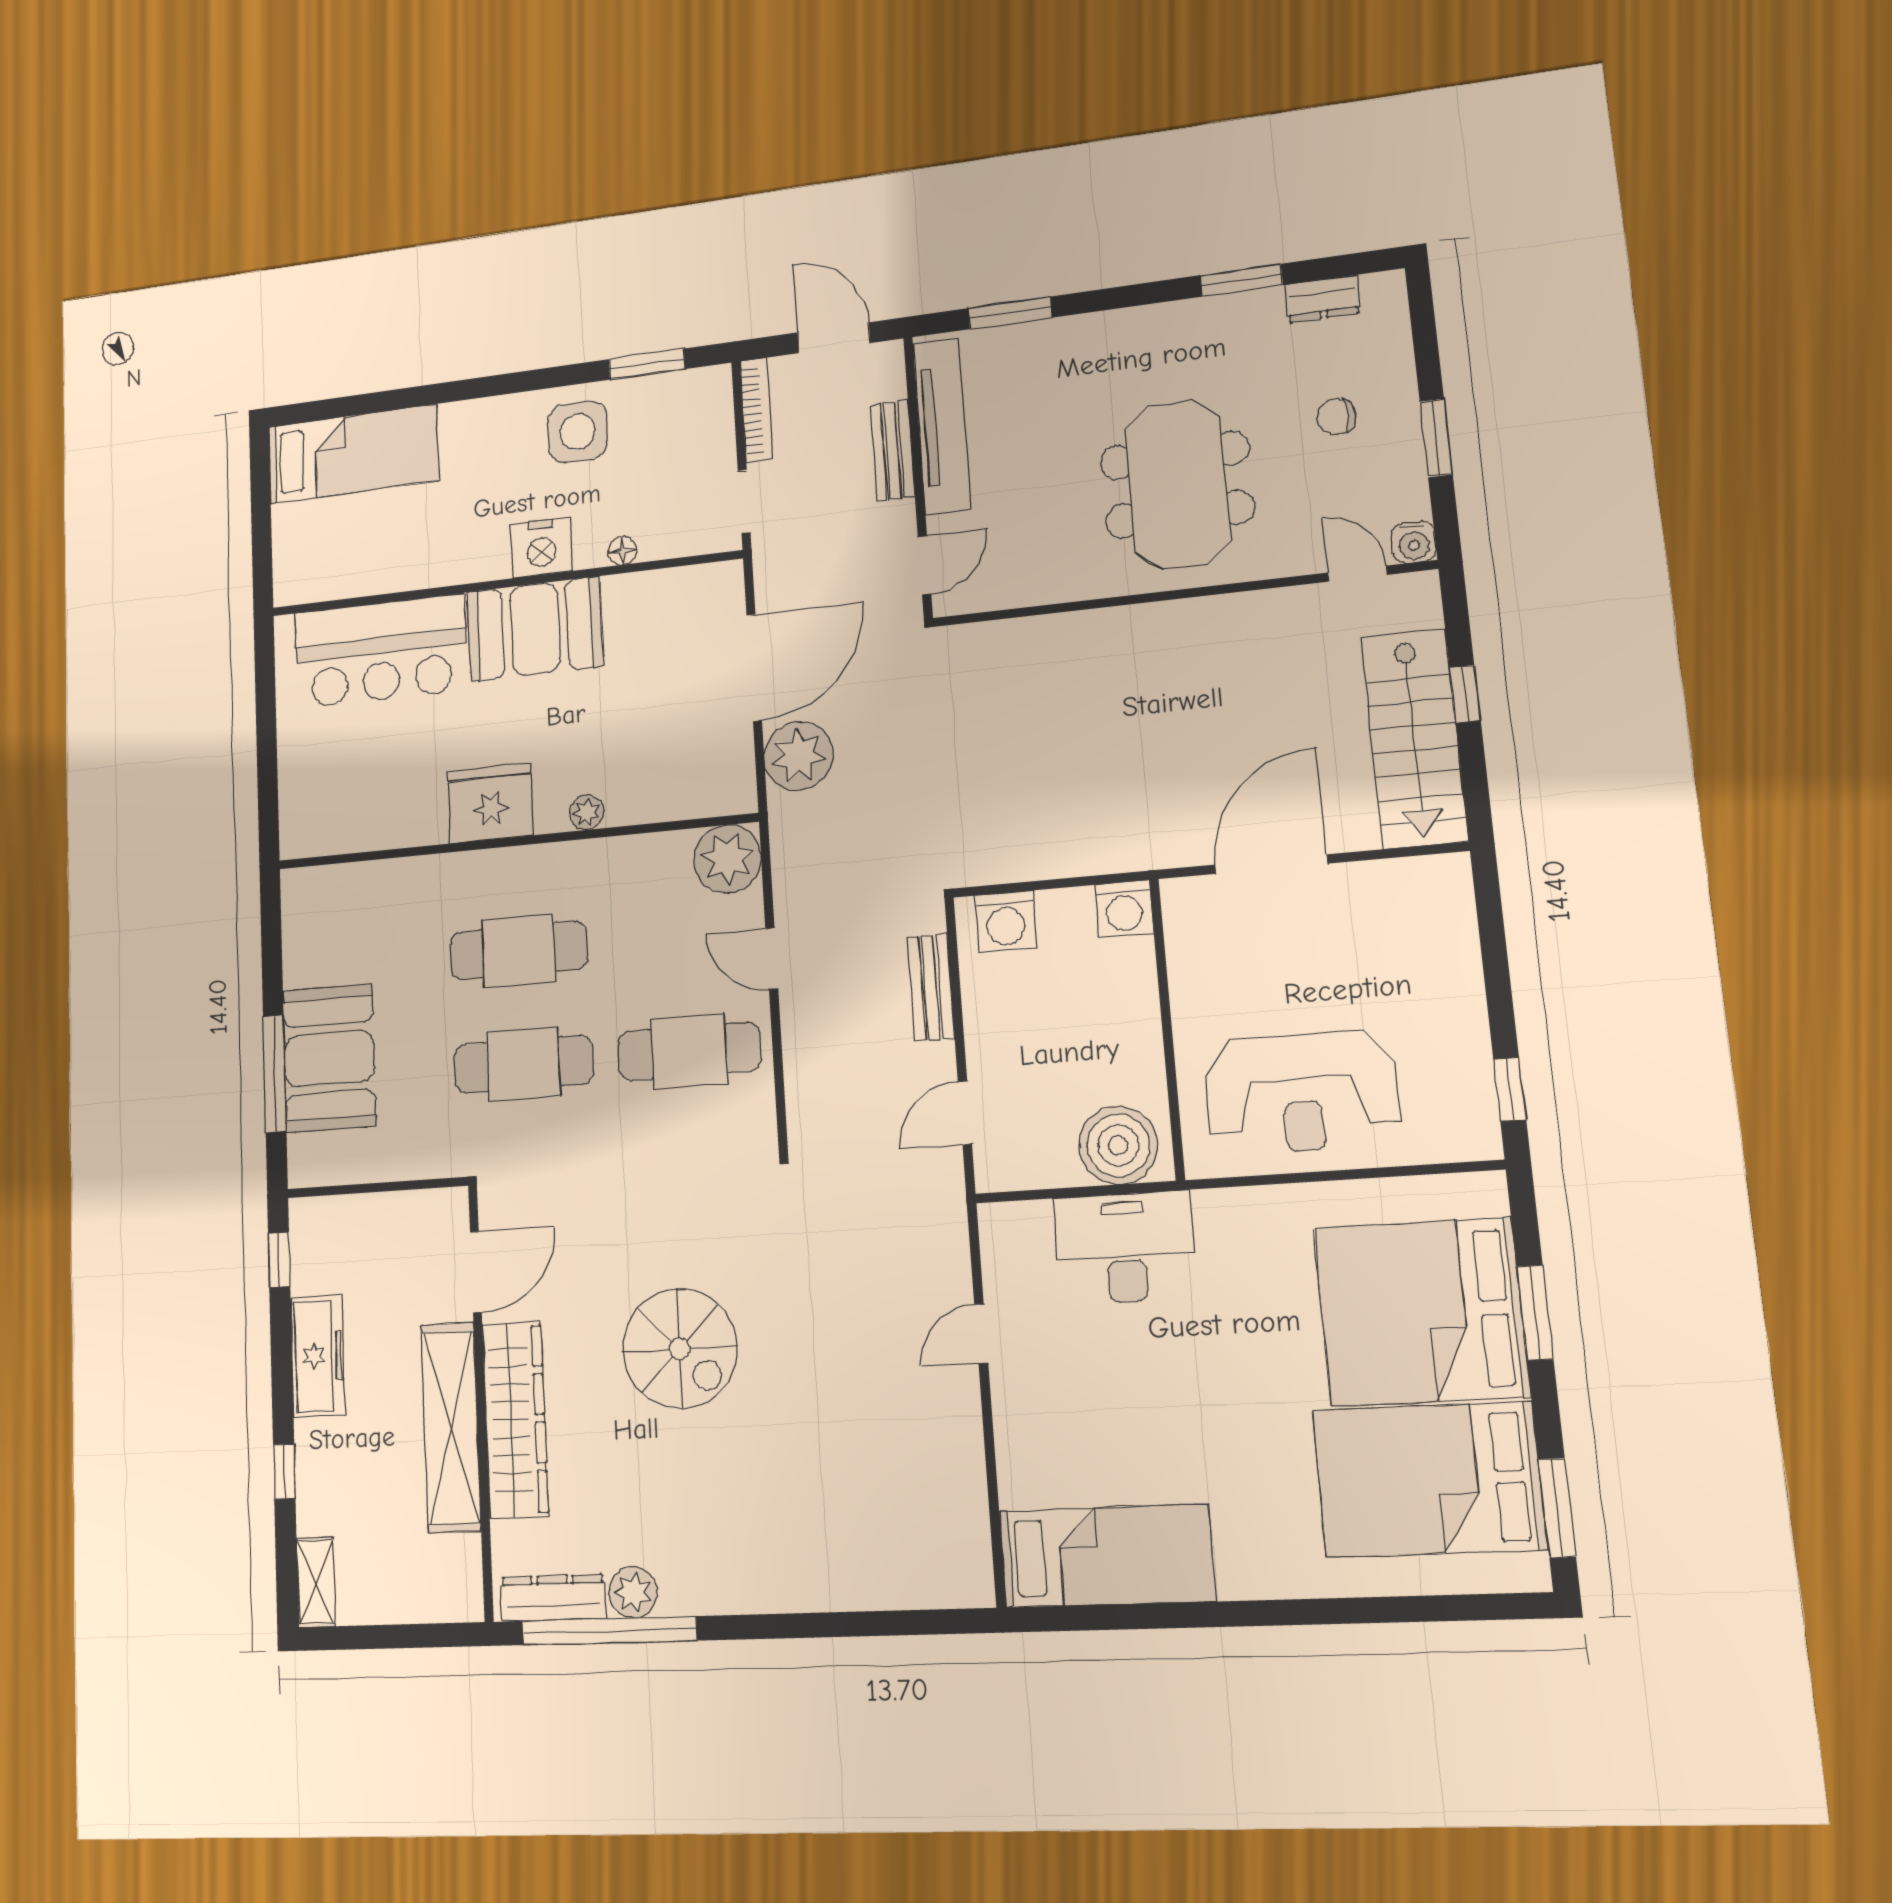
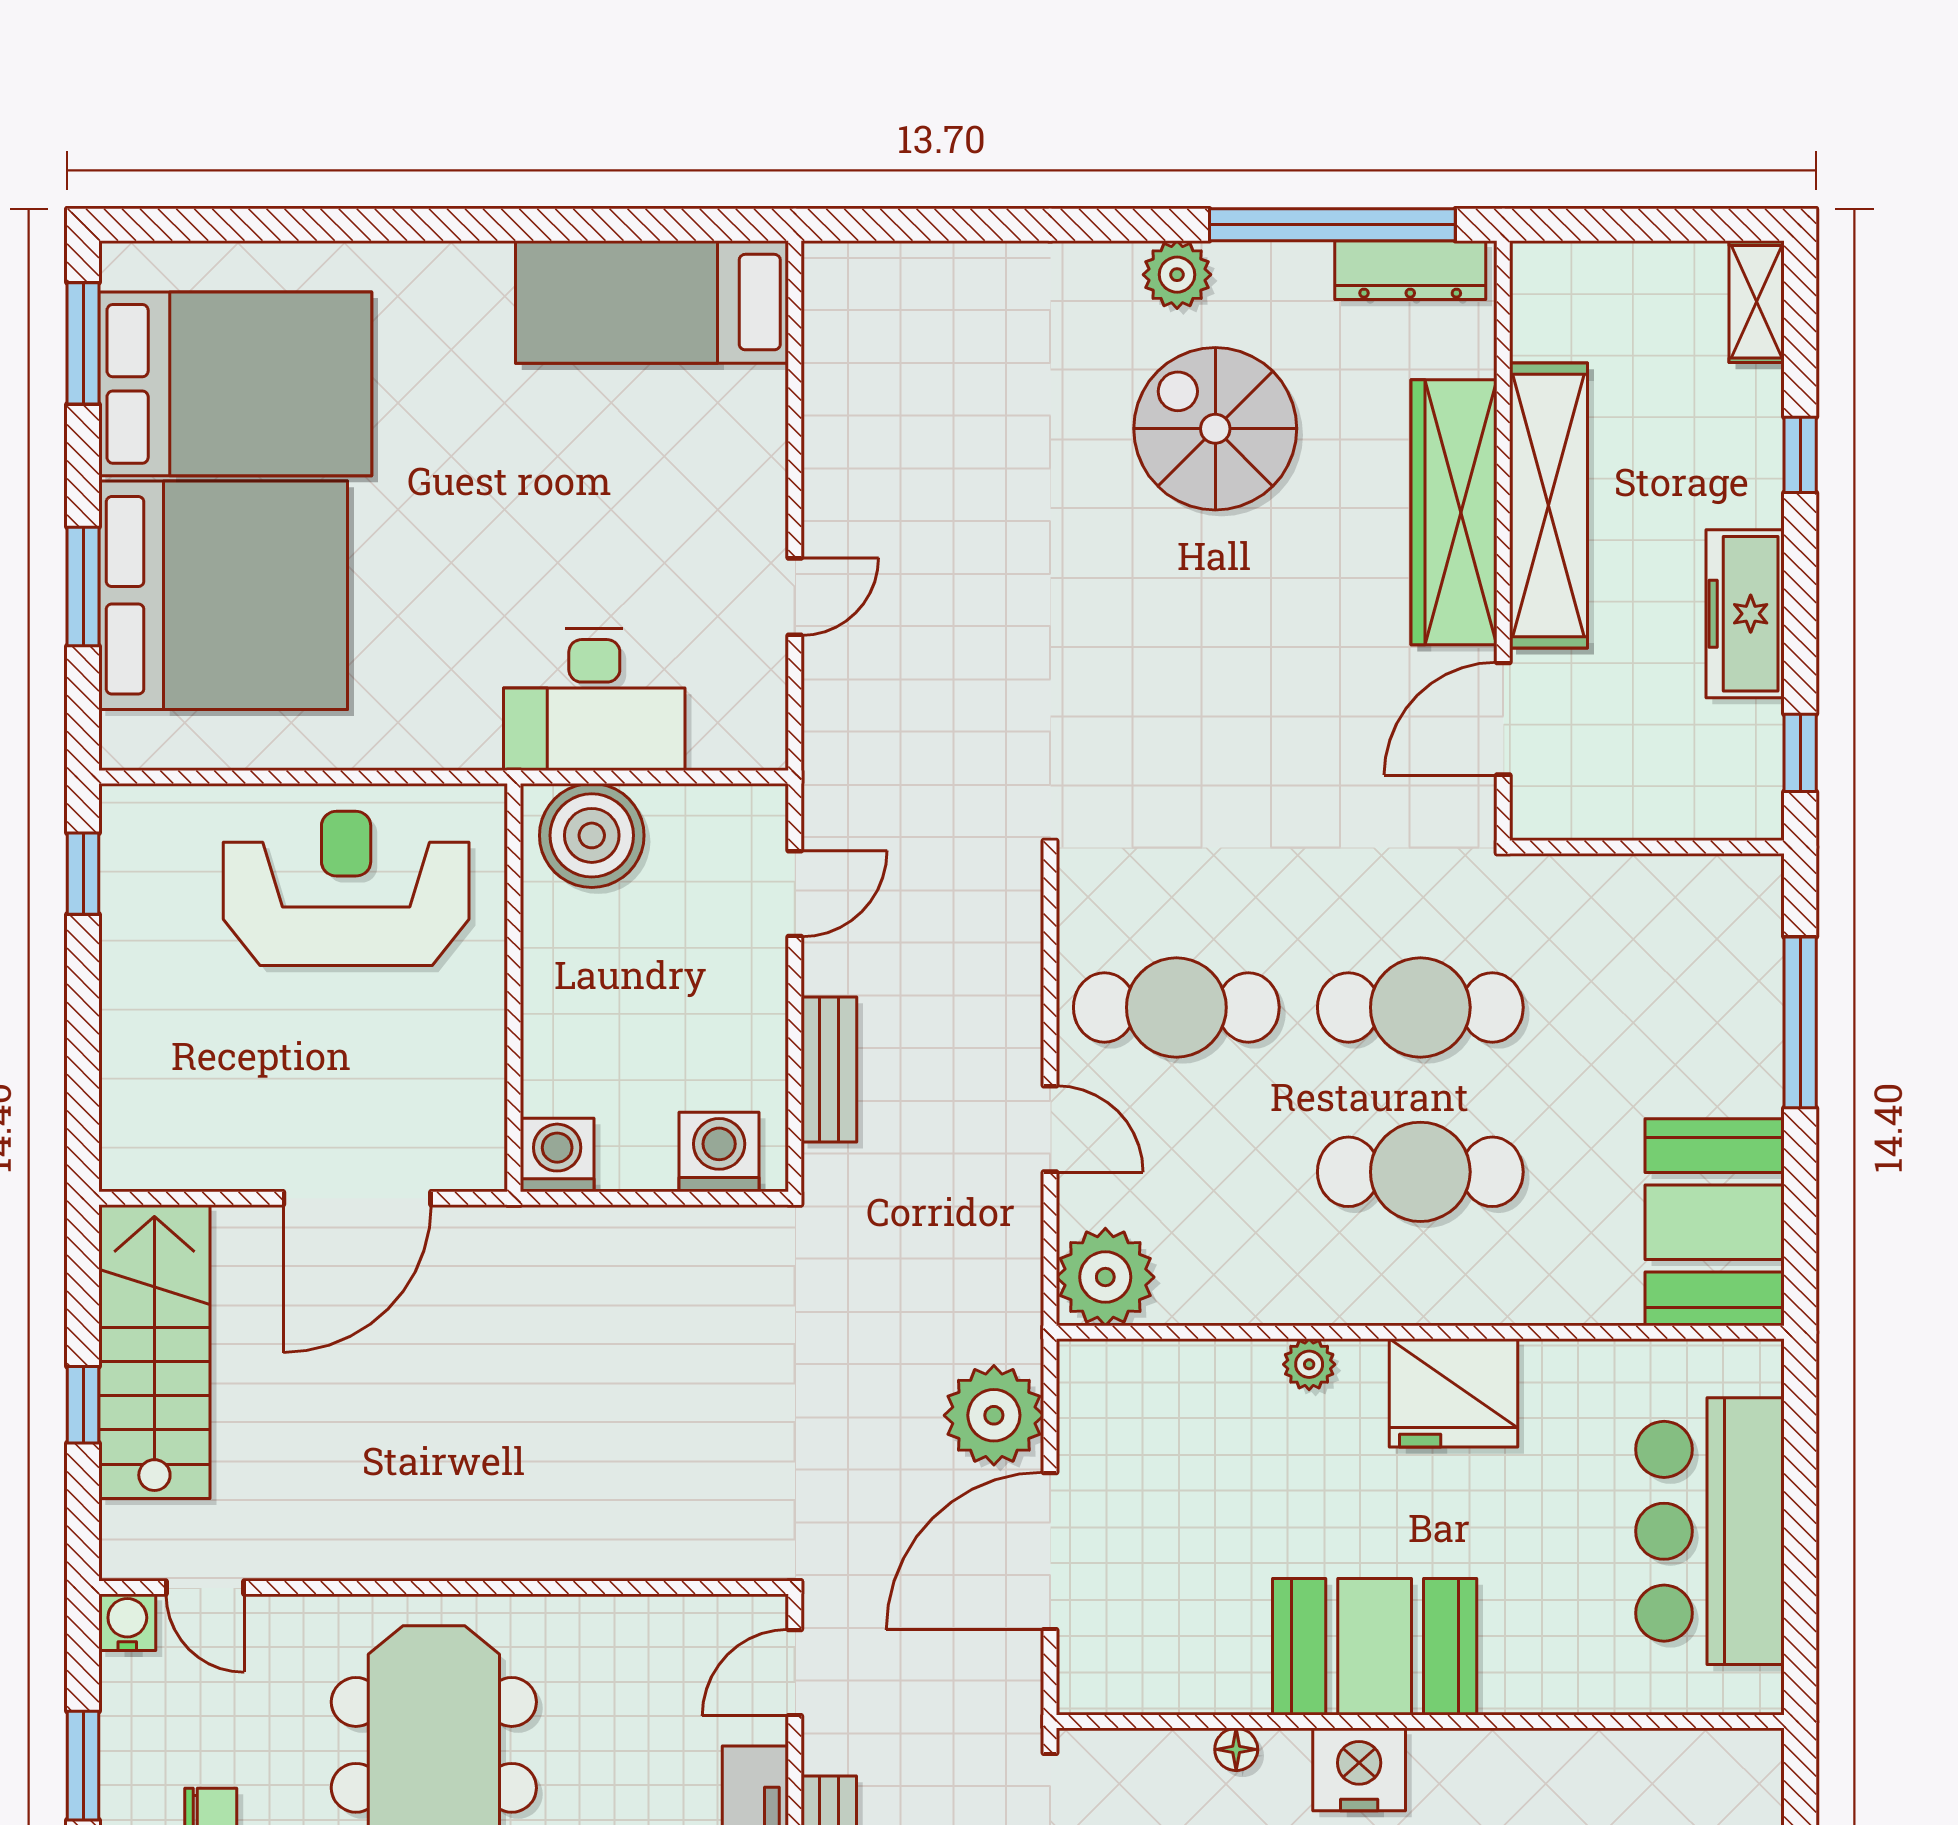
bar counter: (381, 651) -> (1710, 1531), moved, turned -90
booth: (329, 1058) -> (1715, 1222), moved
spiral stairs: (680, 1349) -> (1215, 429), moved
plant: (633, 1592) -> (1177, 275), moved

